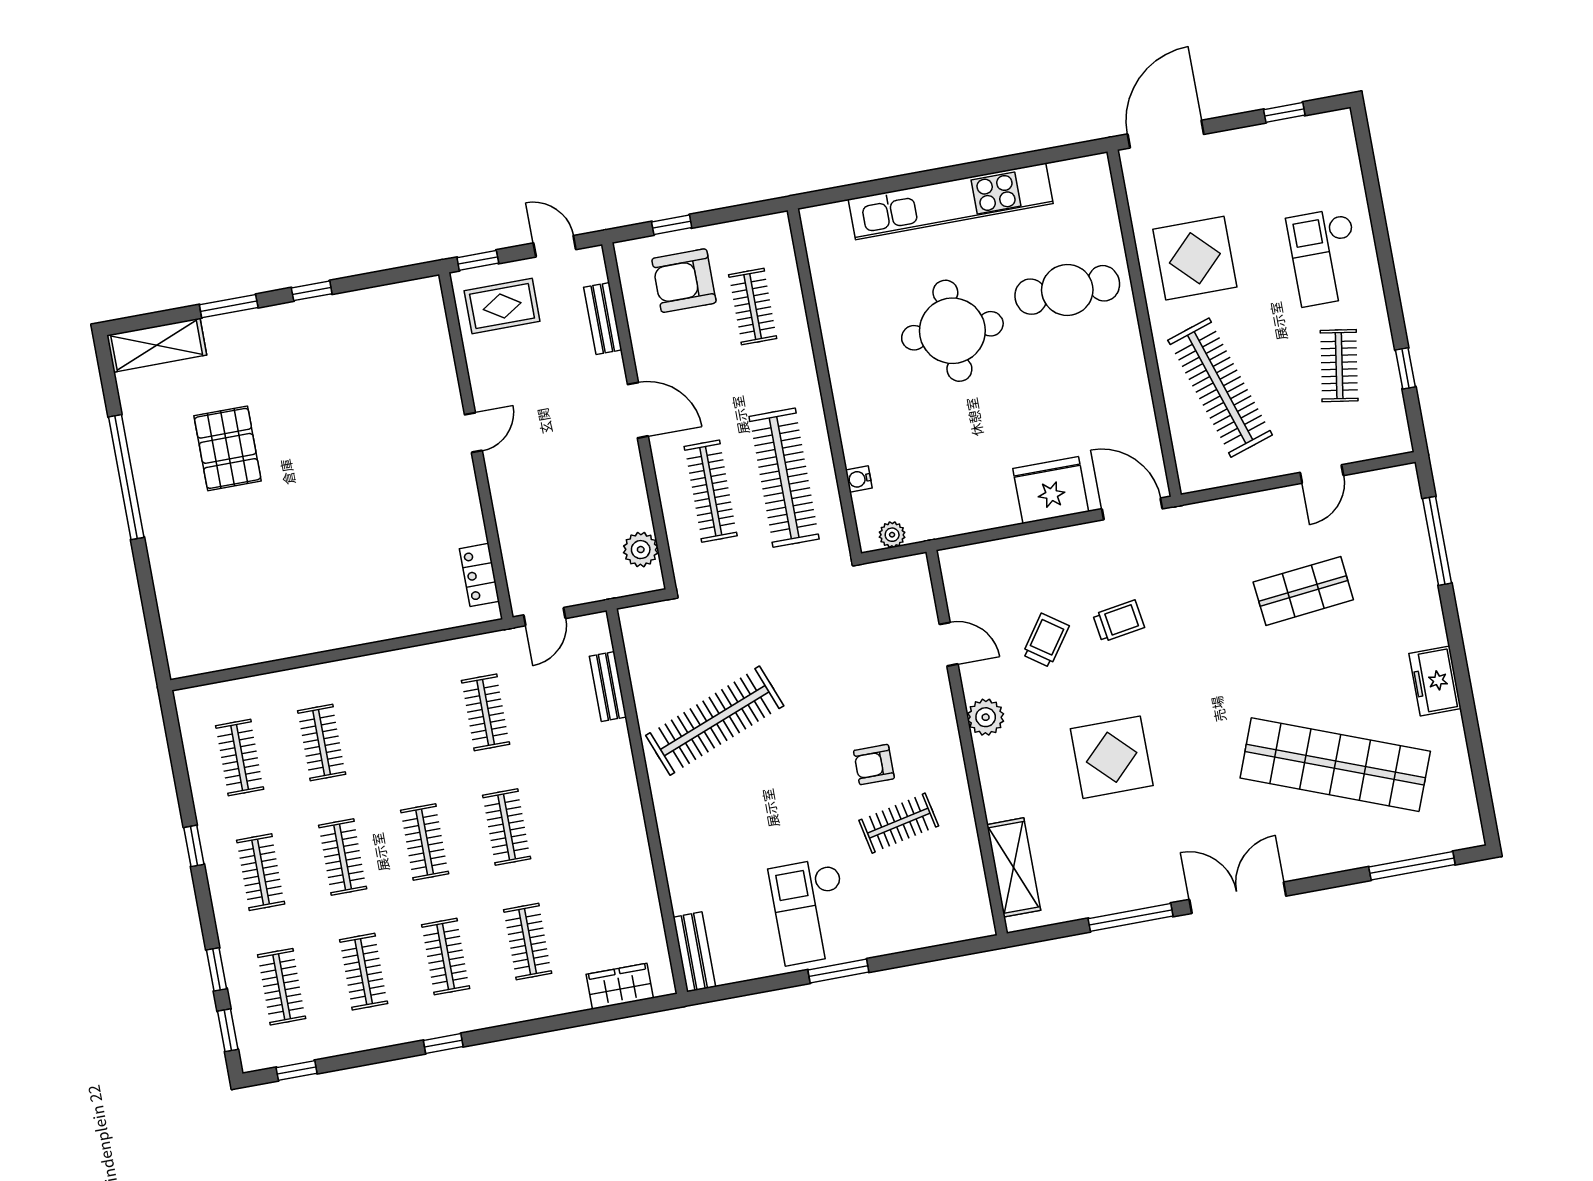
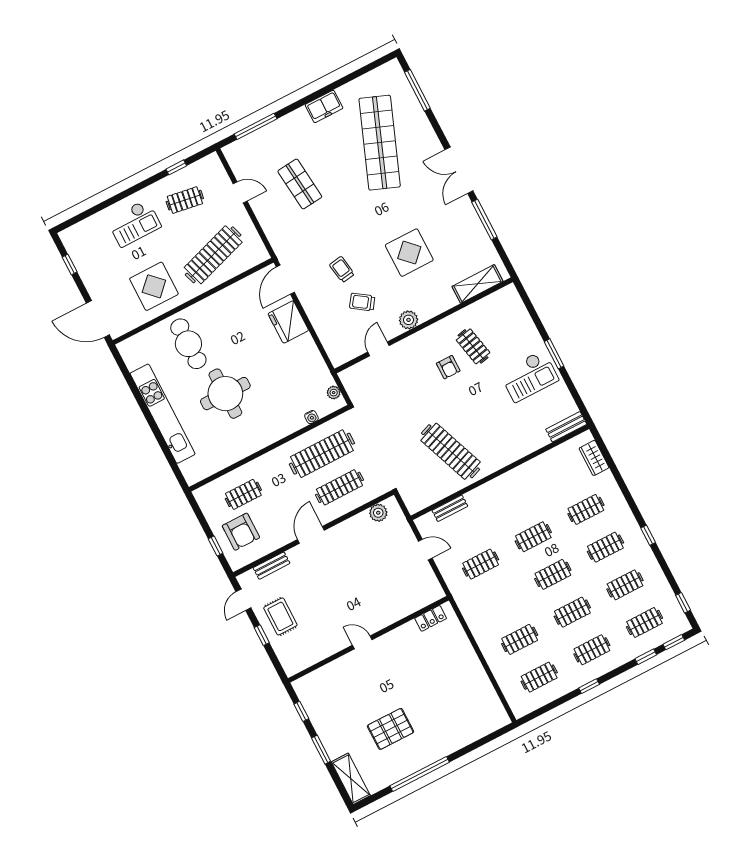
door: (473, 433) -> (362, 642), moved
wall: (476, 446) -> (368, 639), moved
locker: (479, 575) -> (431, 618), moved

